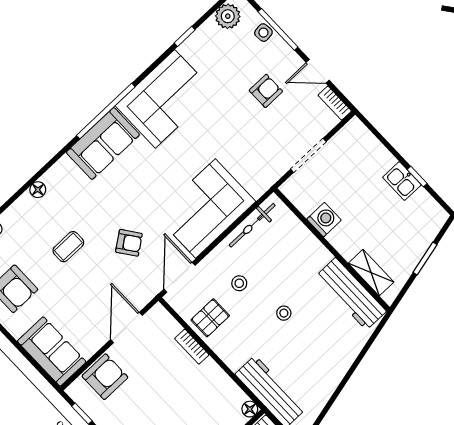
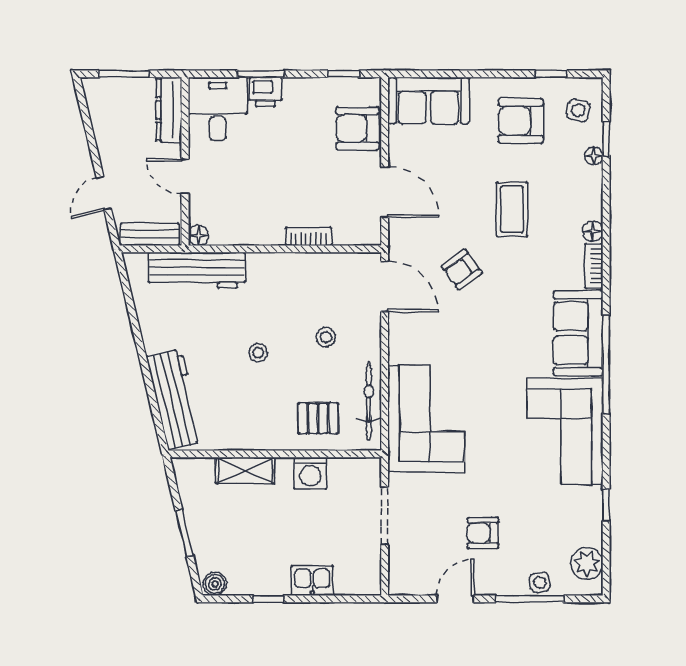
armchair: (266, 91) -> (483, 533), turned 90
bookcase: (335, 103) -> (594, 266), moved, turned -90
kitchen sink: (402, 181) -> (312, 581), moved
corner sofa: (205, 208) -> (426, 419), moved
boiler: (437, 215) -> (215, 584), added
coffee table: (68, 247) -> (512, 209), width x1.36, depth x1.30
shelving: (371, 273) -> (245, 470), moved
workbench: (351, 294) -> (175, 399), moved, turned 77
pallet: (210, 318) -> (318, 418), moved, turned 90
armchair: (105, 377) -> (357, 128), turned 90

